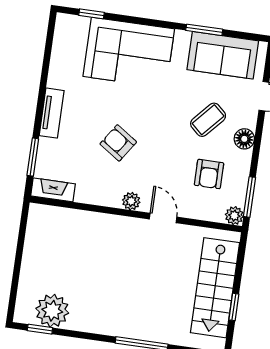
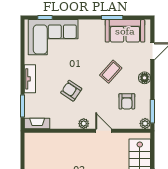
corner sofa: (129, 53) -> (53, 37), moved
coffee table: (208, 120) -> (111, 72), moved

